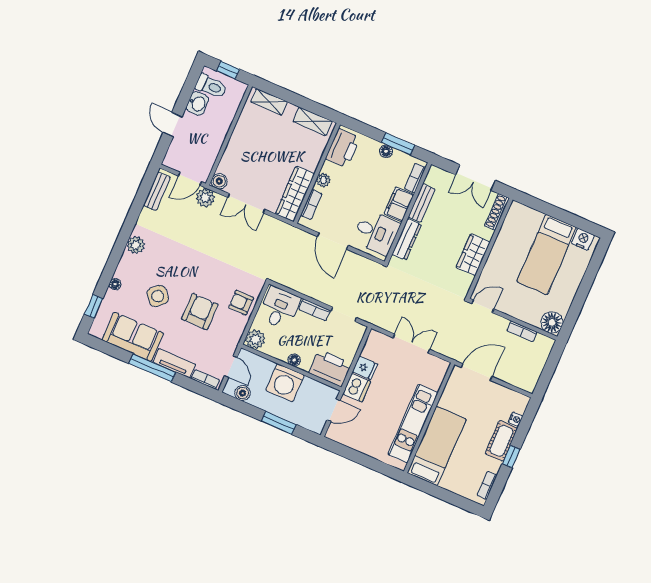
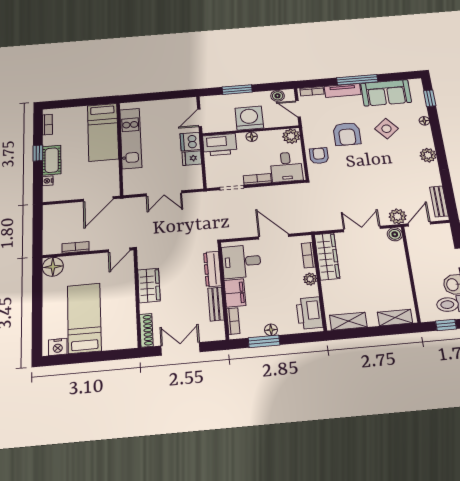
armchair: (241, 303) -> (319, 156), turned -90

